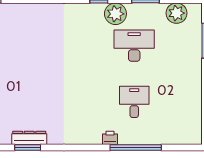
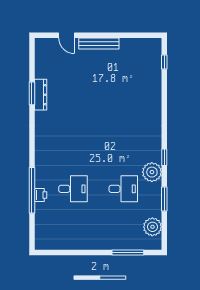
desk: (134, 46) -> (123, 189), width x0.73
printer: (110, 138) -> (41, 195), moved

